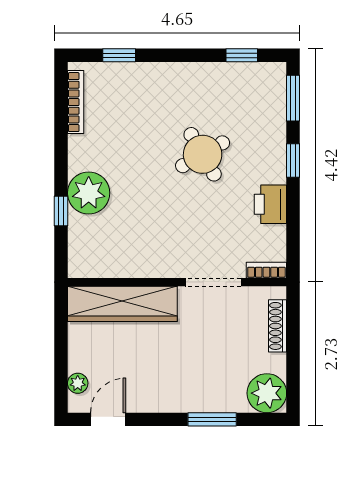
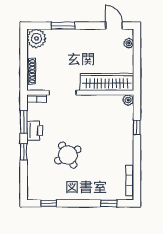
window: (293, 98) -> (24, 122), moved
plant: (89, 193) -> (128, 100), moved, width x0.53, depth x0.53
door: (108, 419) -> (114, 26), swing flipped

